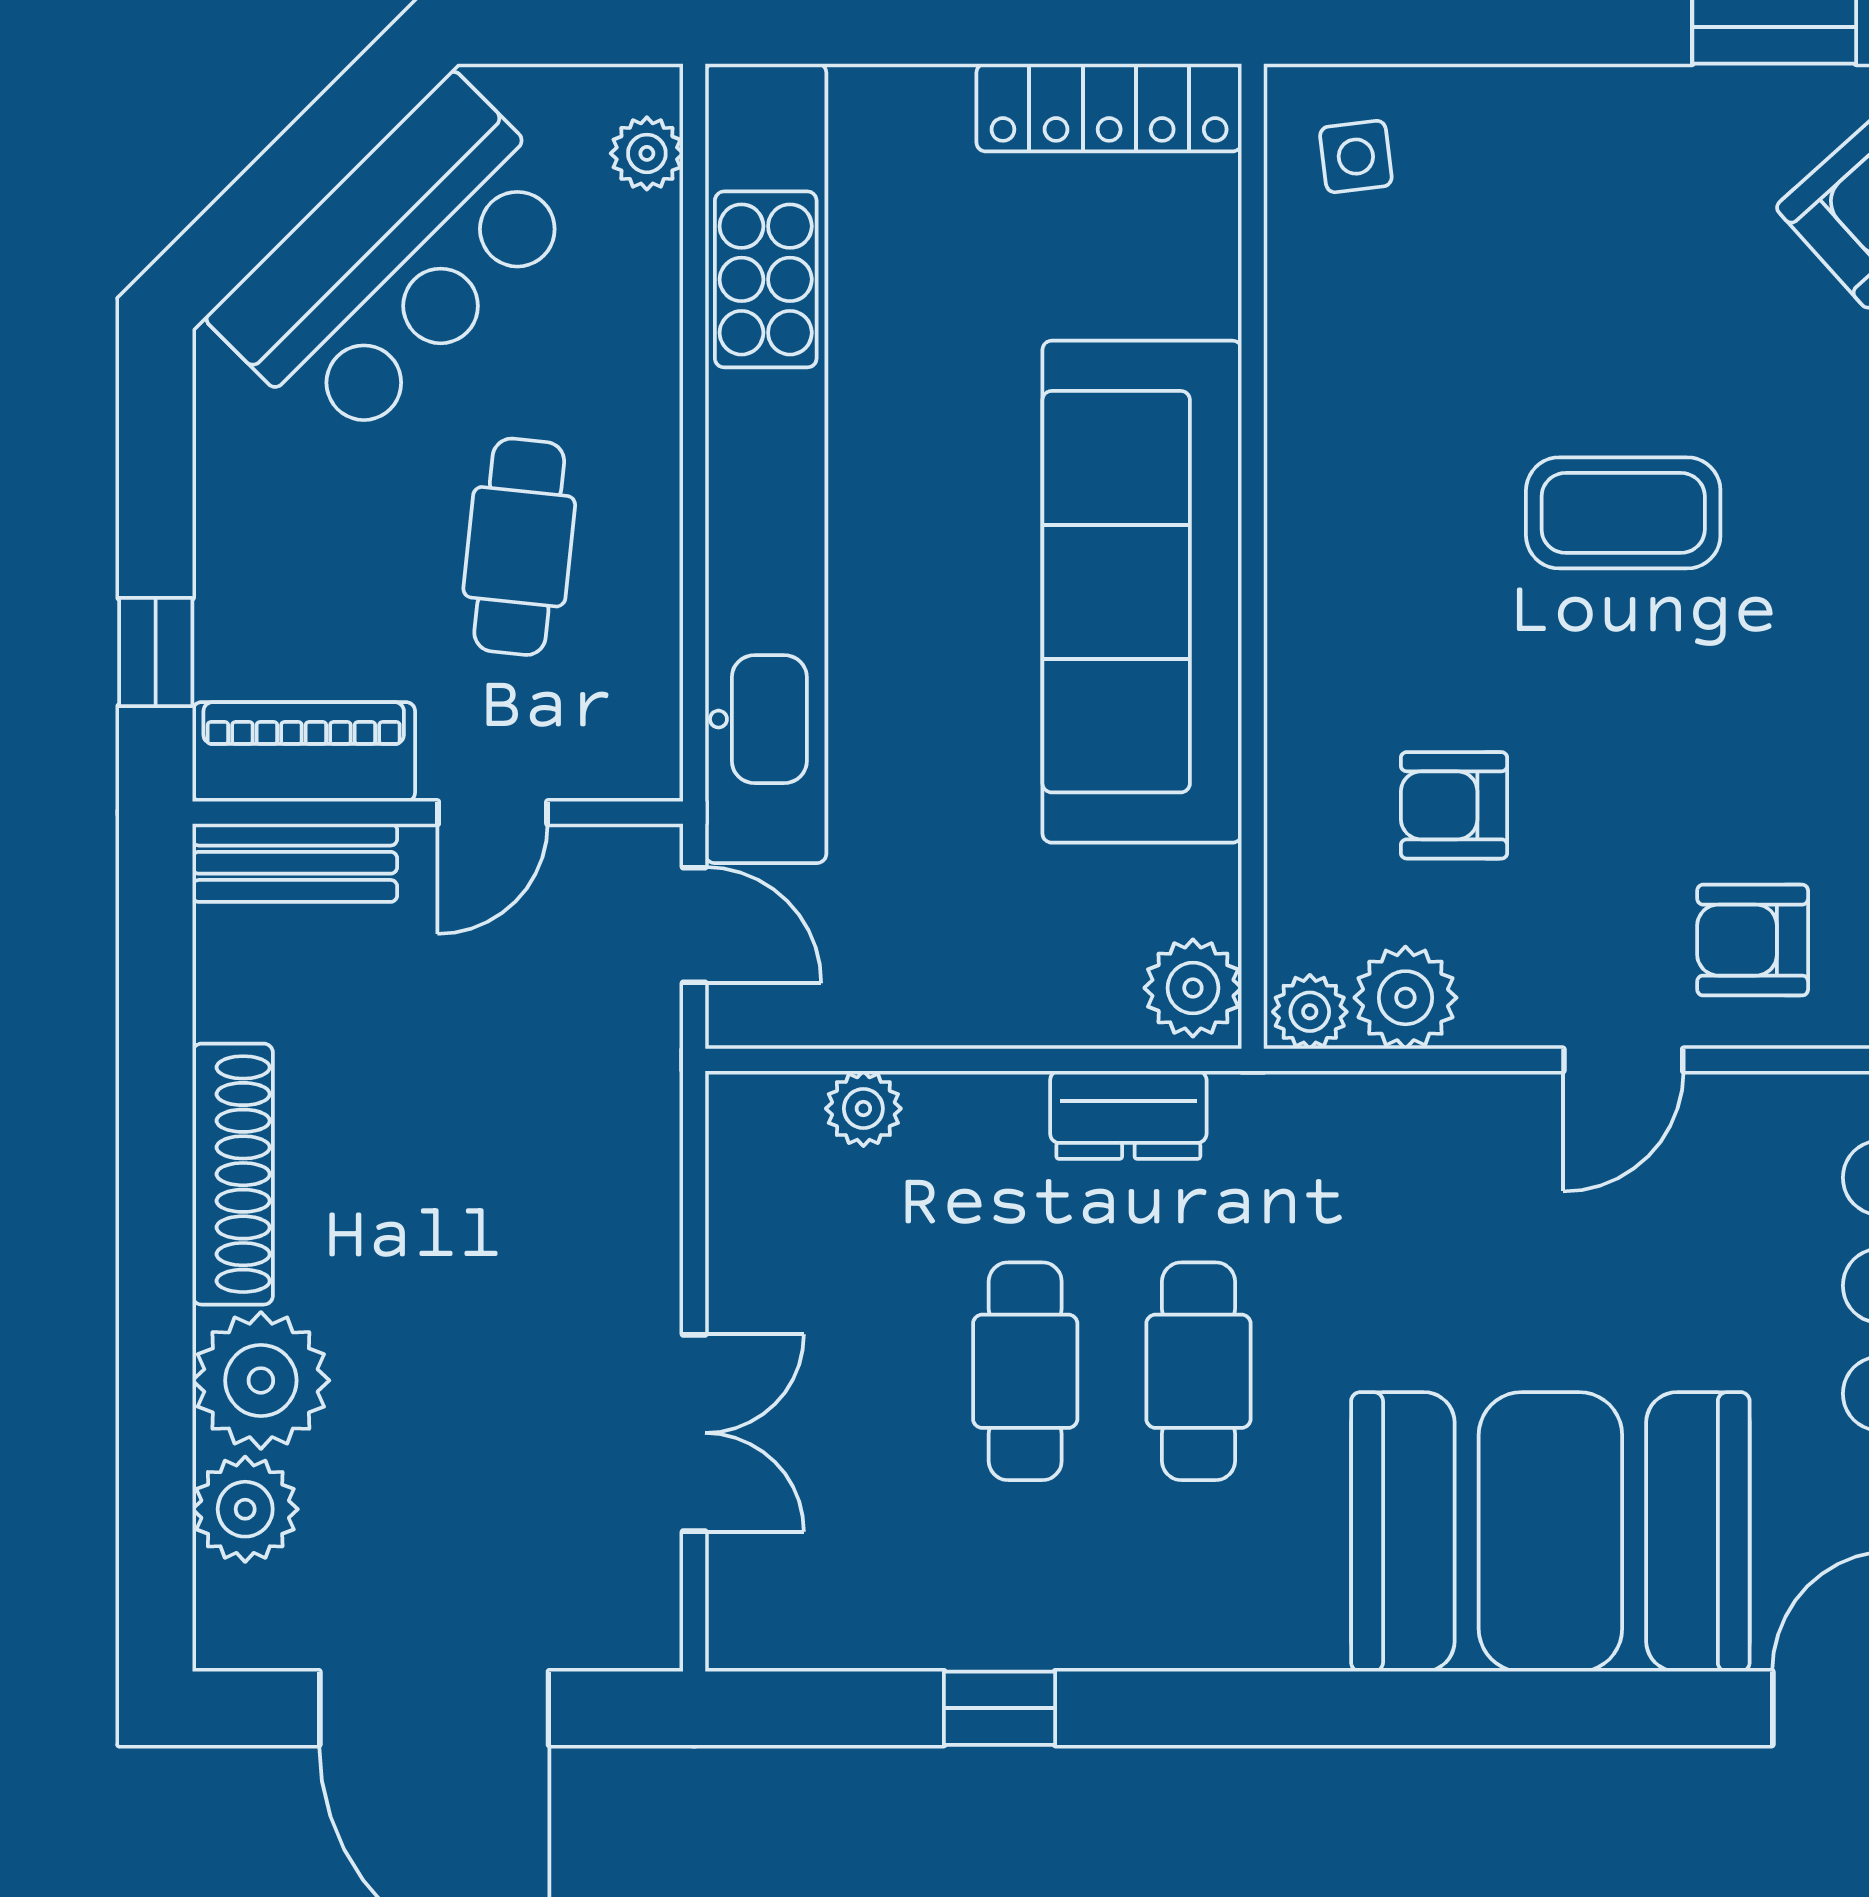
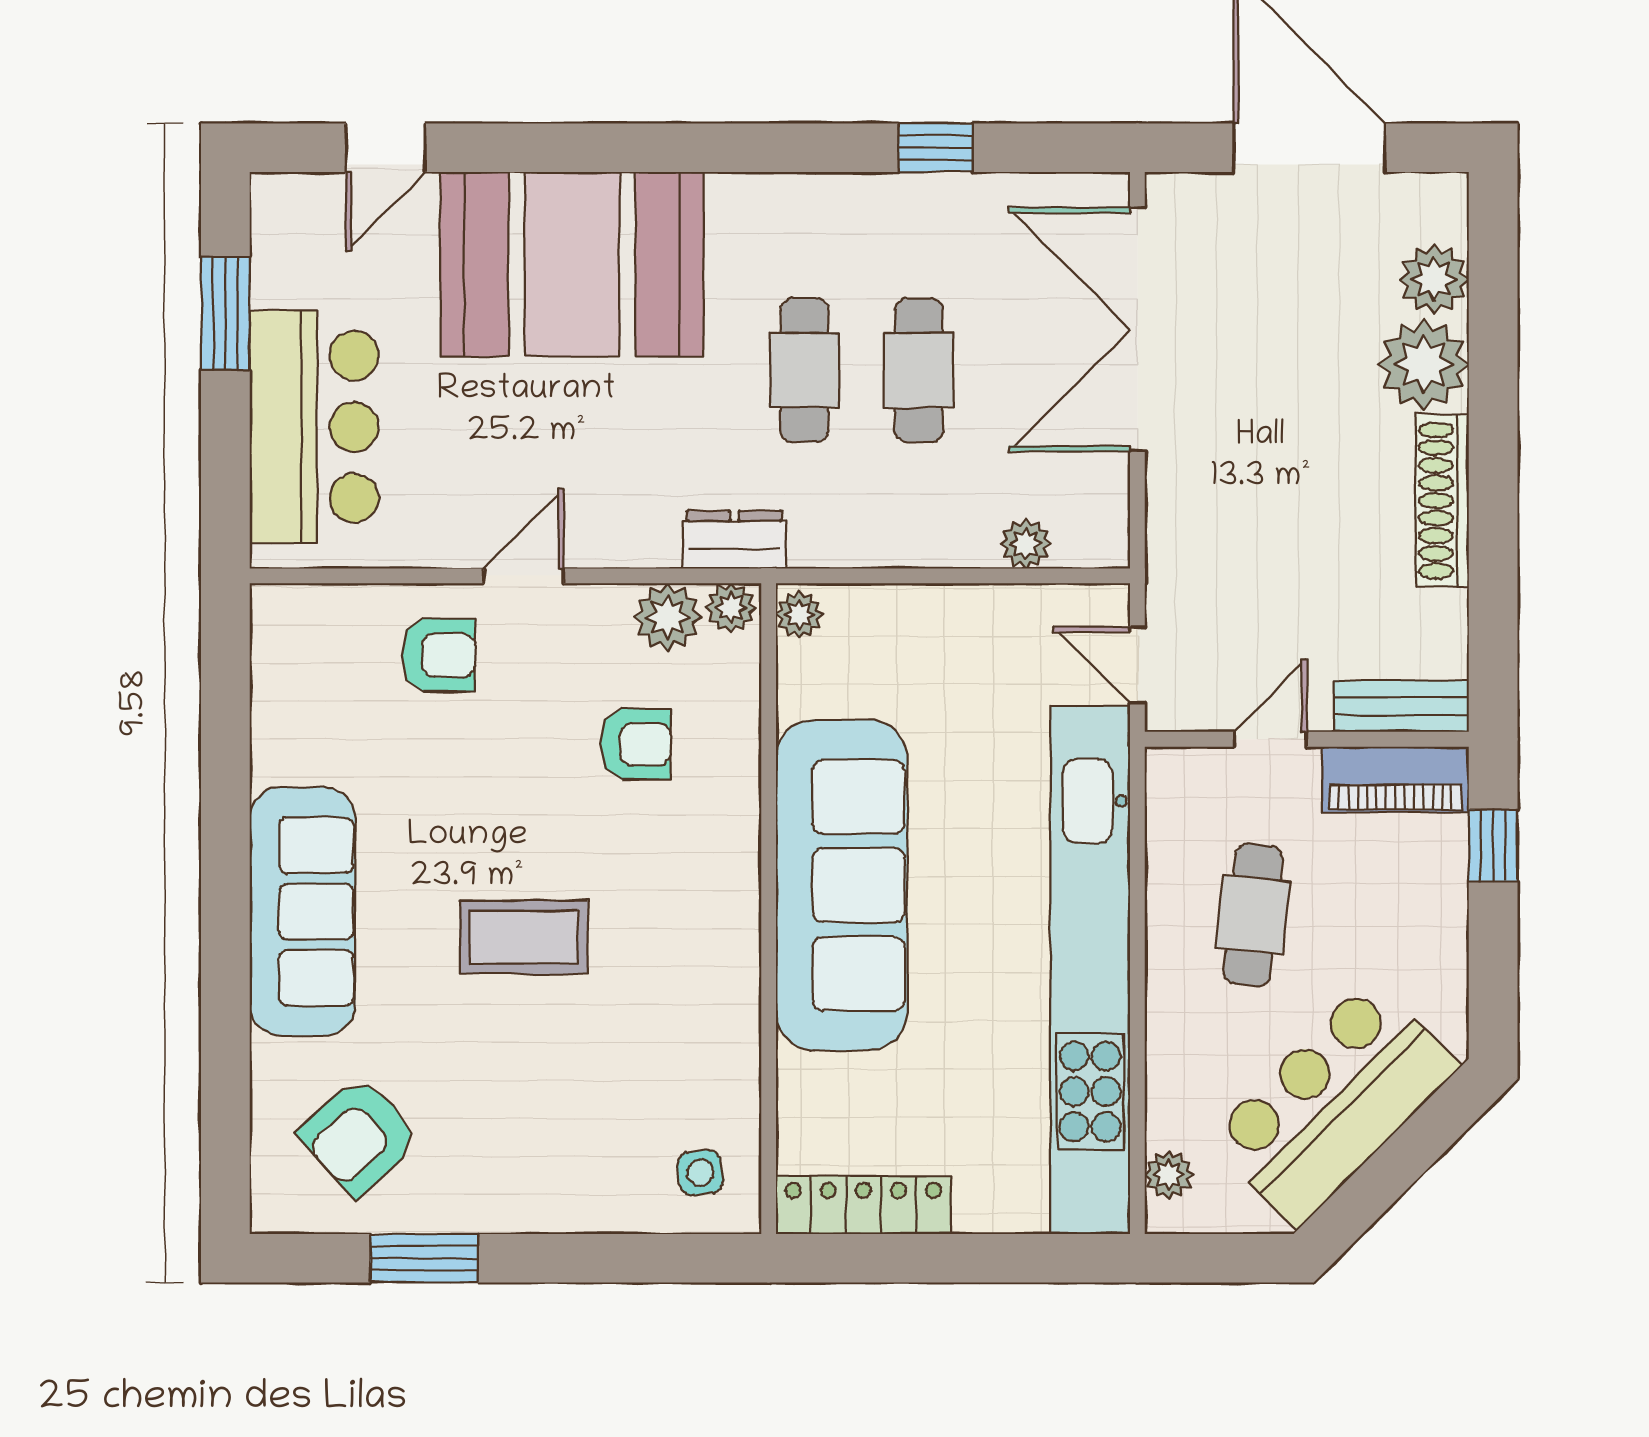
plant: (1193, 988) -> (799, 615), width x0.73, depth x0.73
dresser: (1128, 1115) -> (734, 540), moved
double door: (694, 1433) -> (1137, 330), width x1.87

